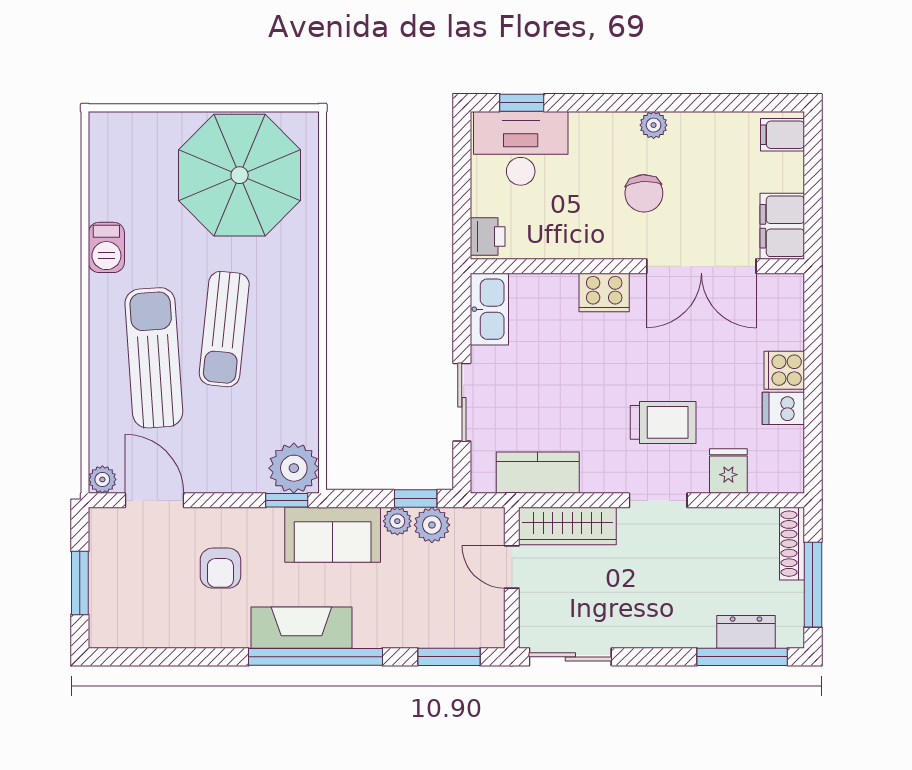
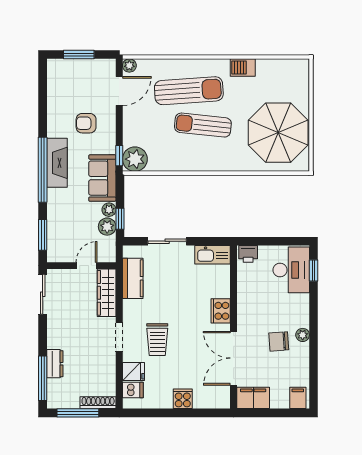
chair: (644, 193) -> (279, 341), moved
dishwasher: (783, 408) -> (133, 390), moved, turned 90
dresser: (746, 632) -> (55, 364), moved

